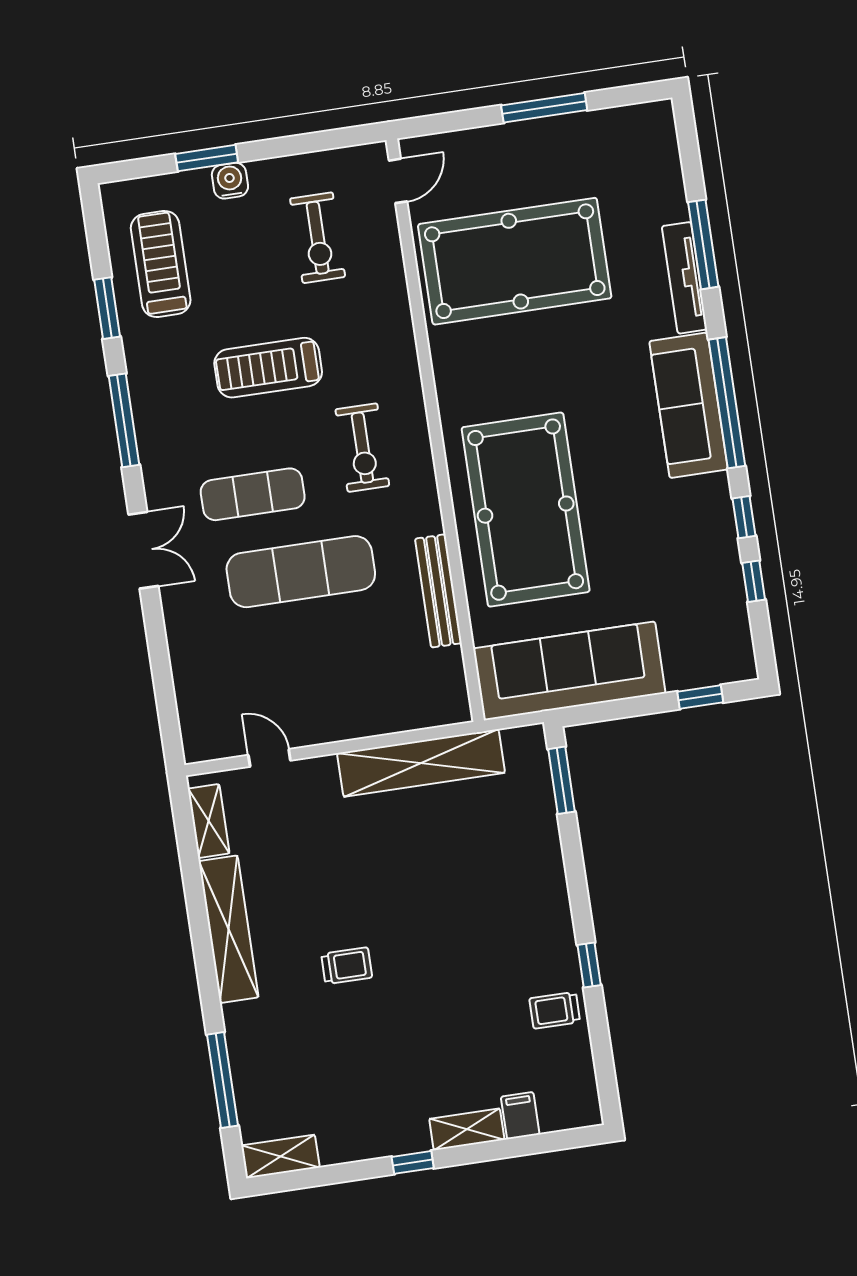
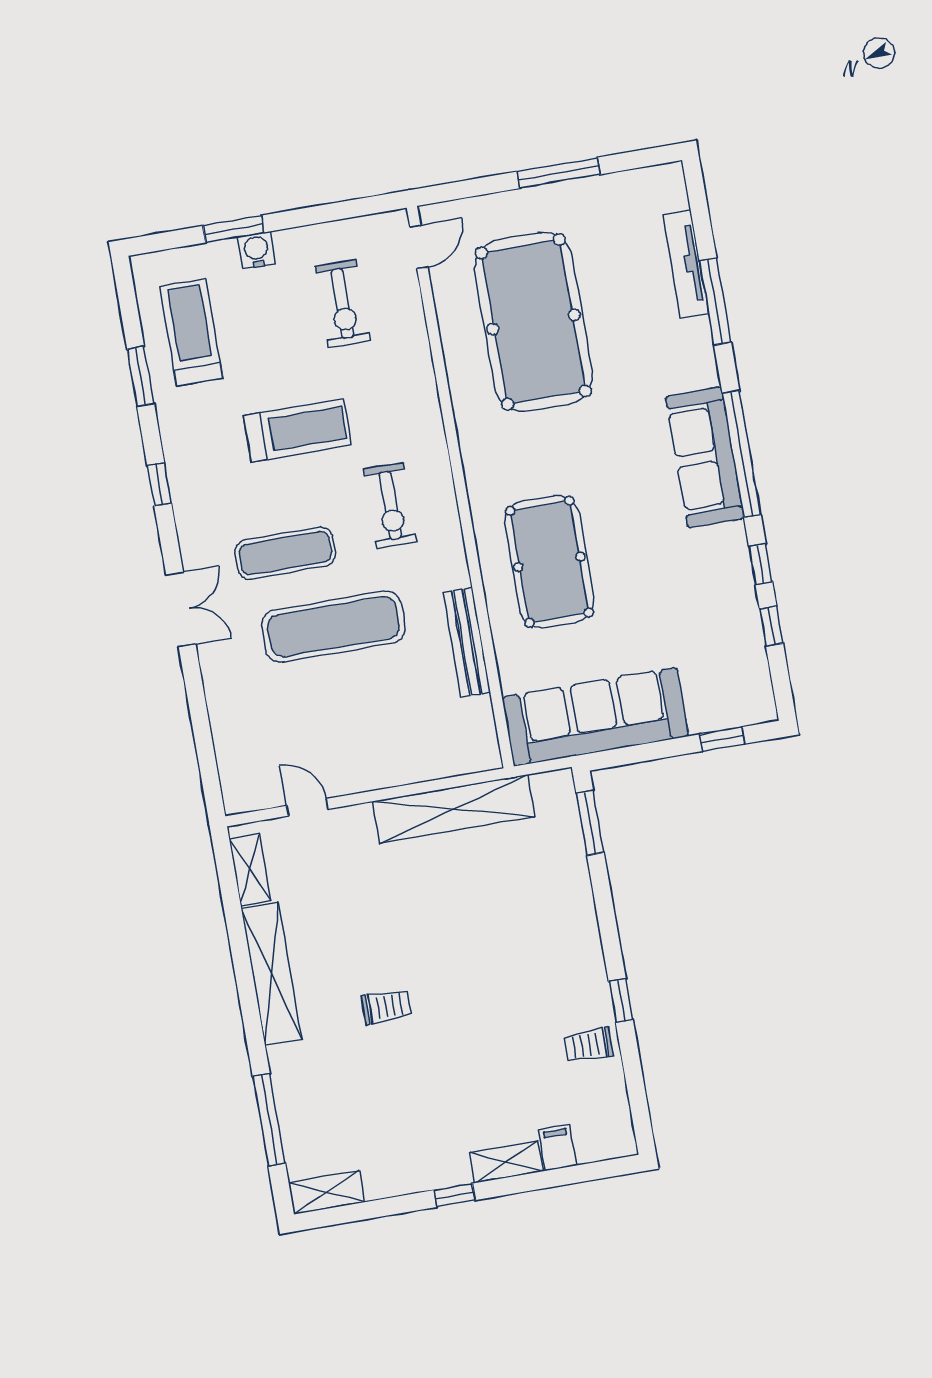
pool table: (515, 261) -> (533, 322), turned 90
tv unit: (684, 278) -> (686, 264), moved
treadmill: (268, 368) -> (297, 430), turned 180
window: (124, 420) -> (159, 484), width x0.46
pool table: (526, 510) -> (549, 562), width x0.73, depth x0.76

